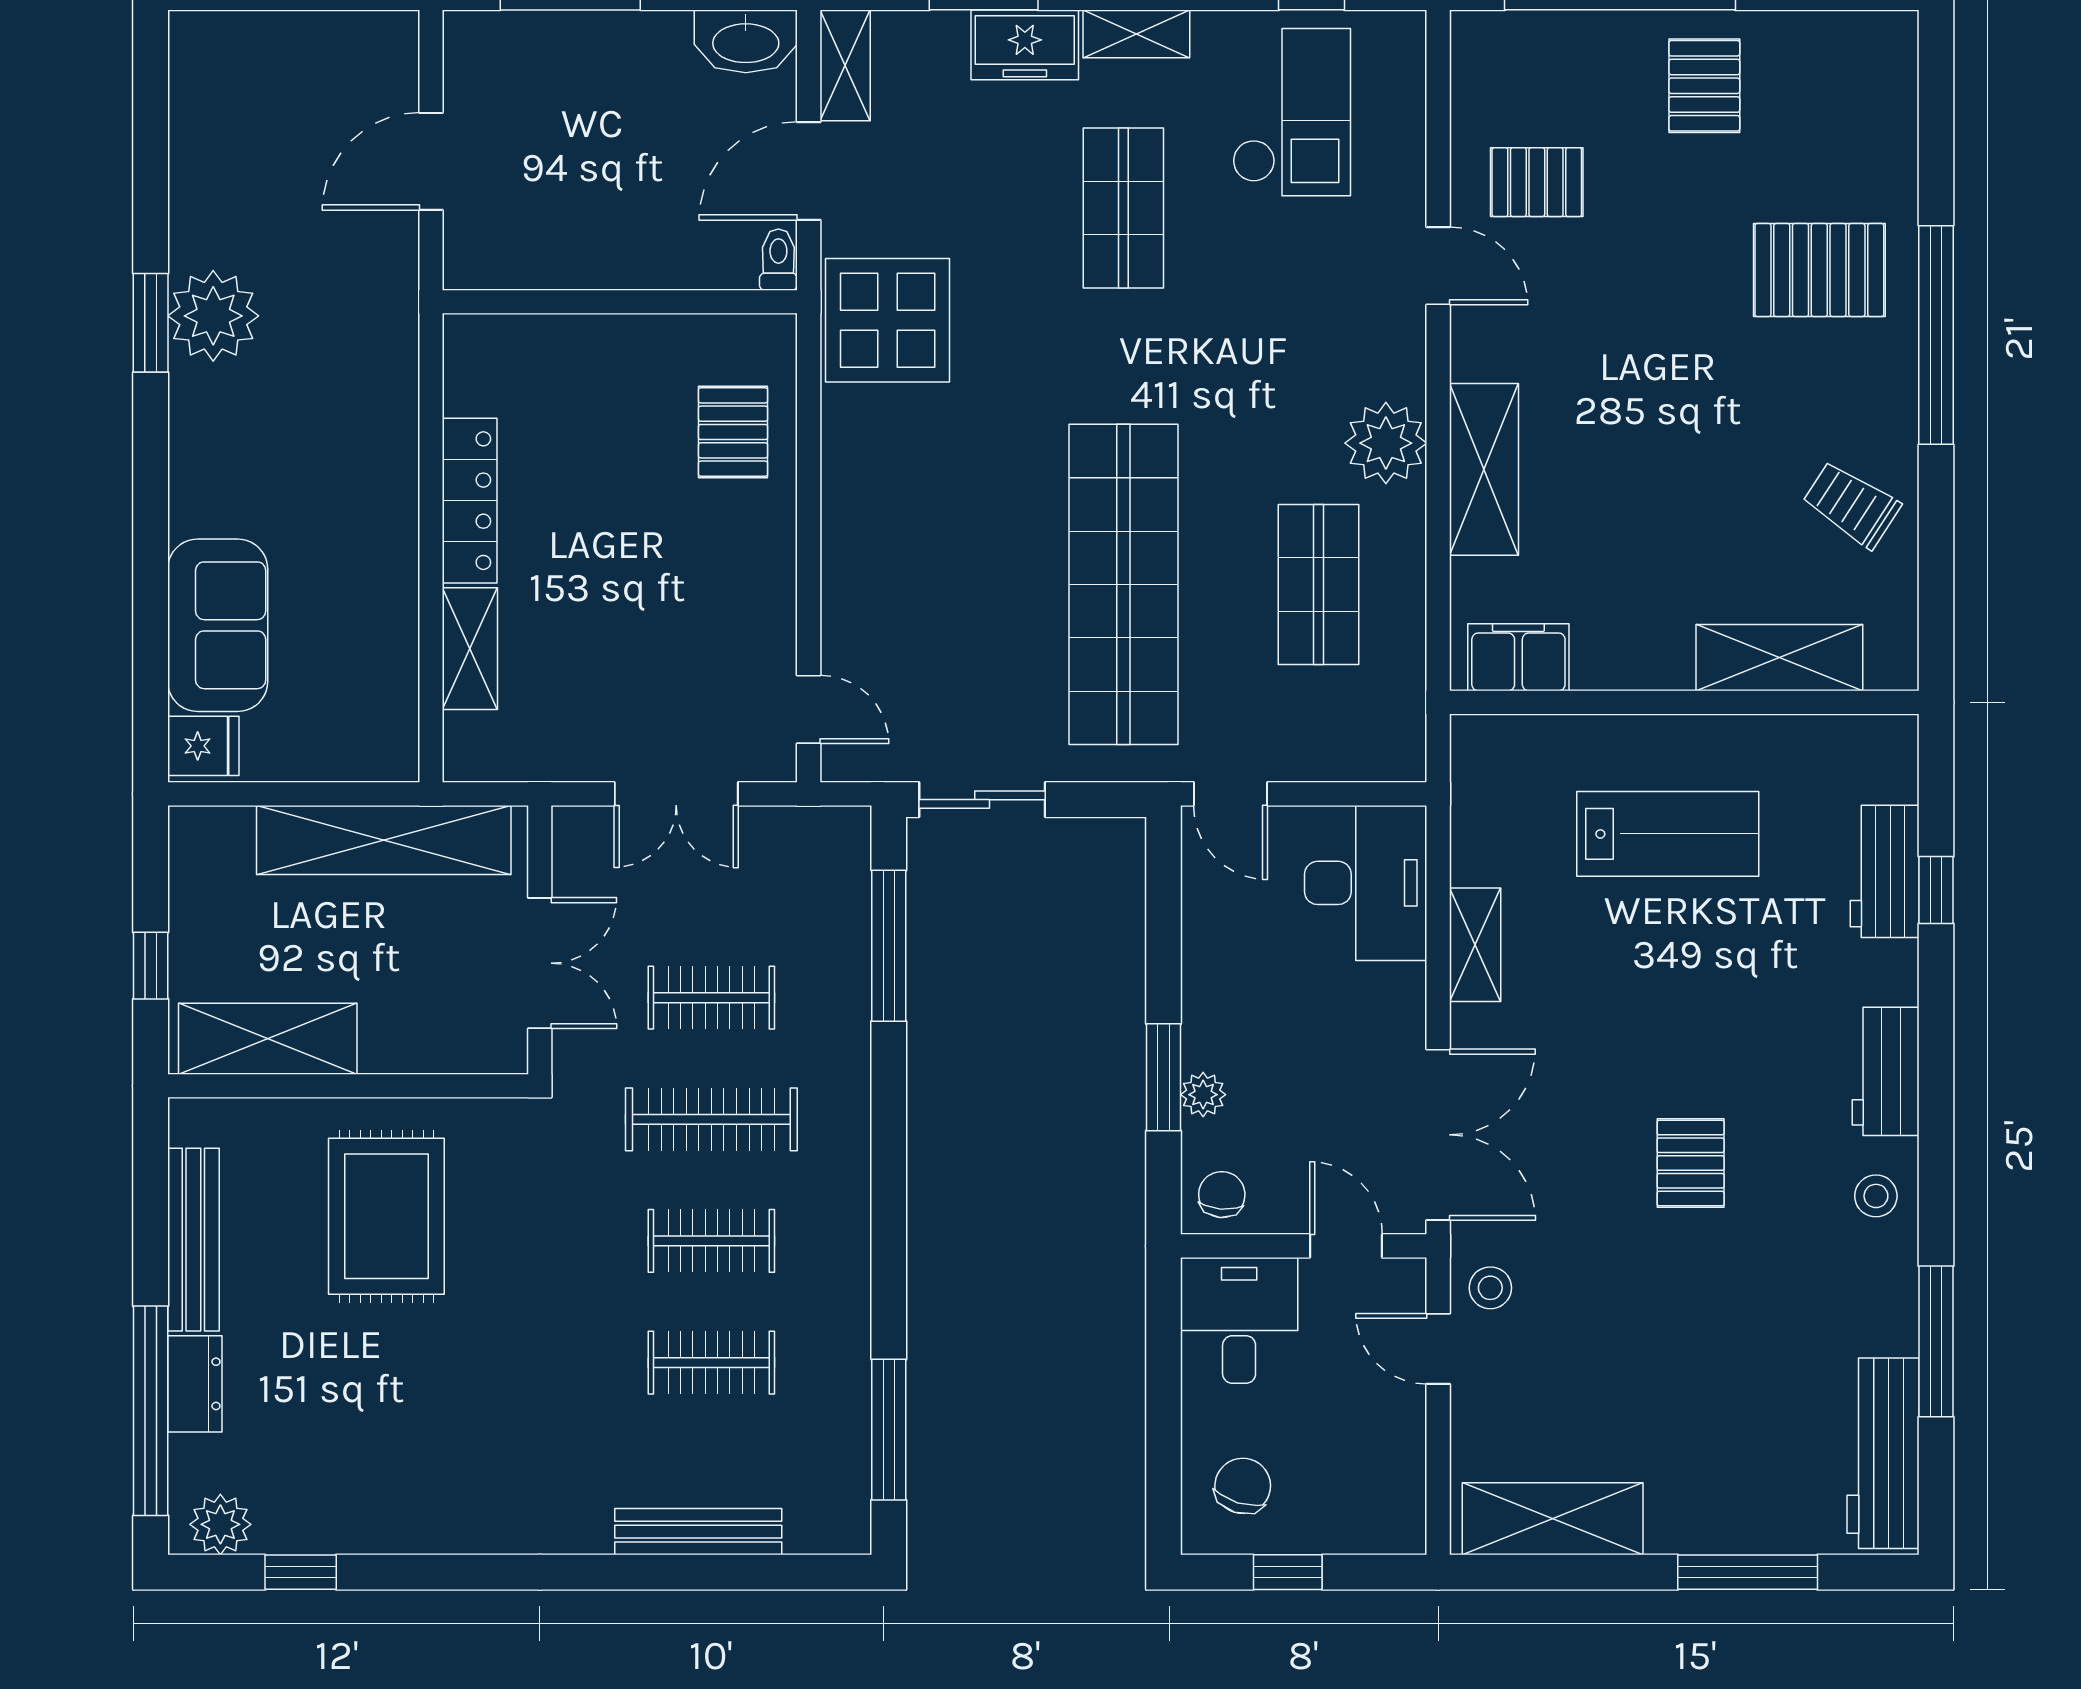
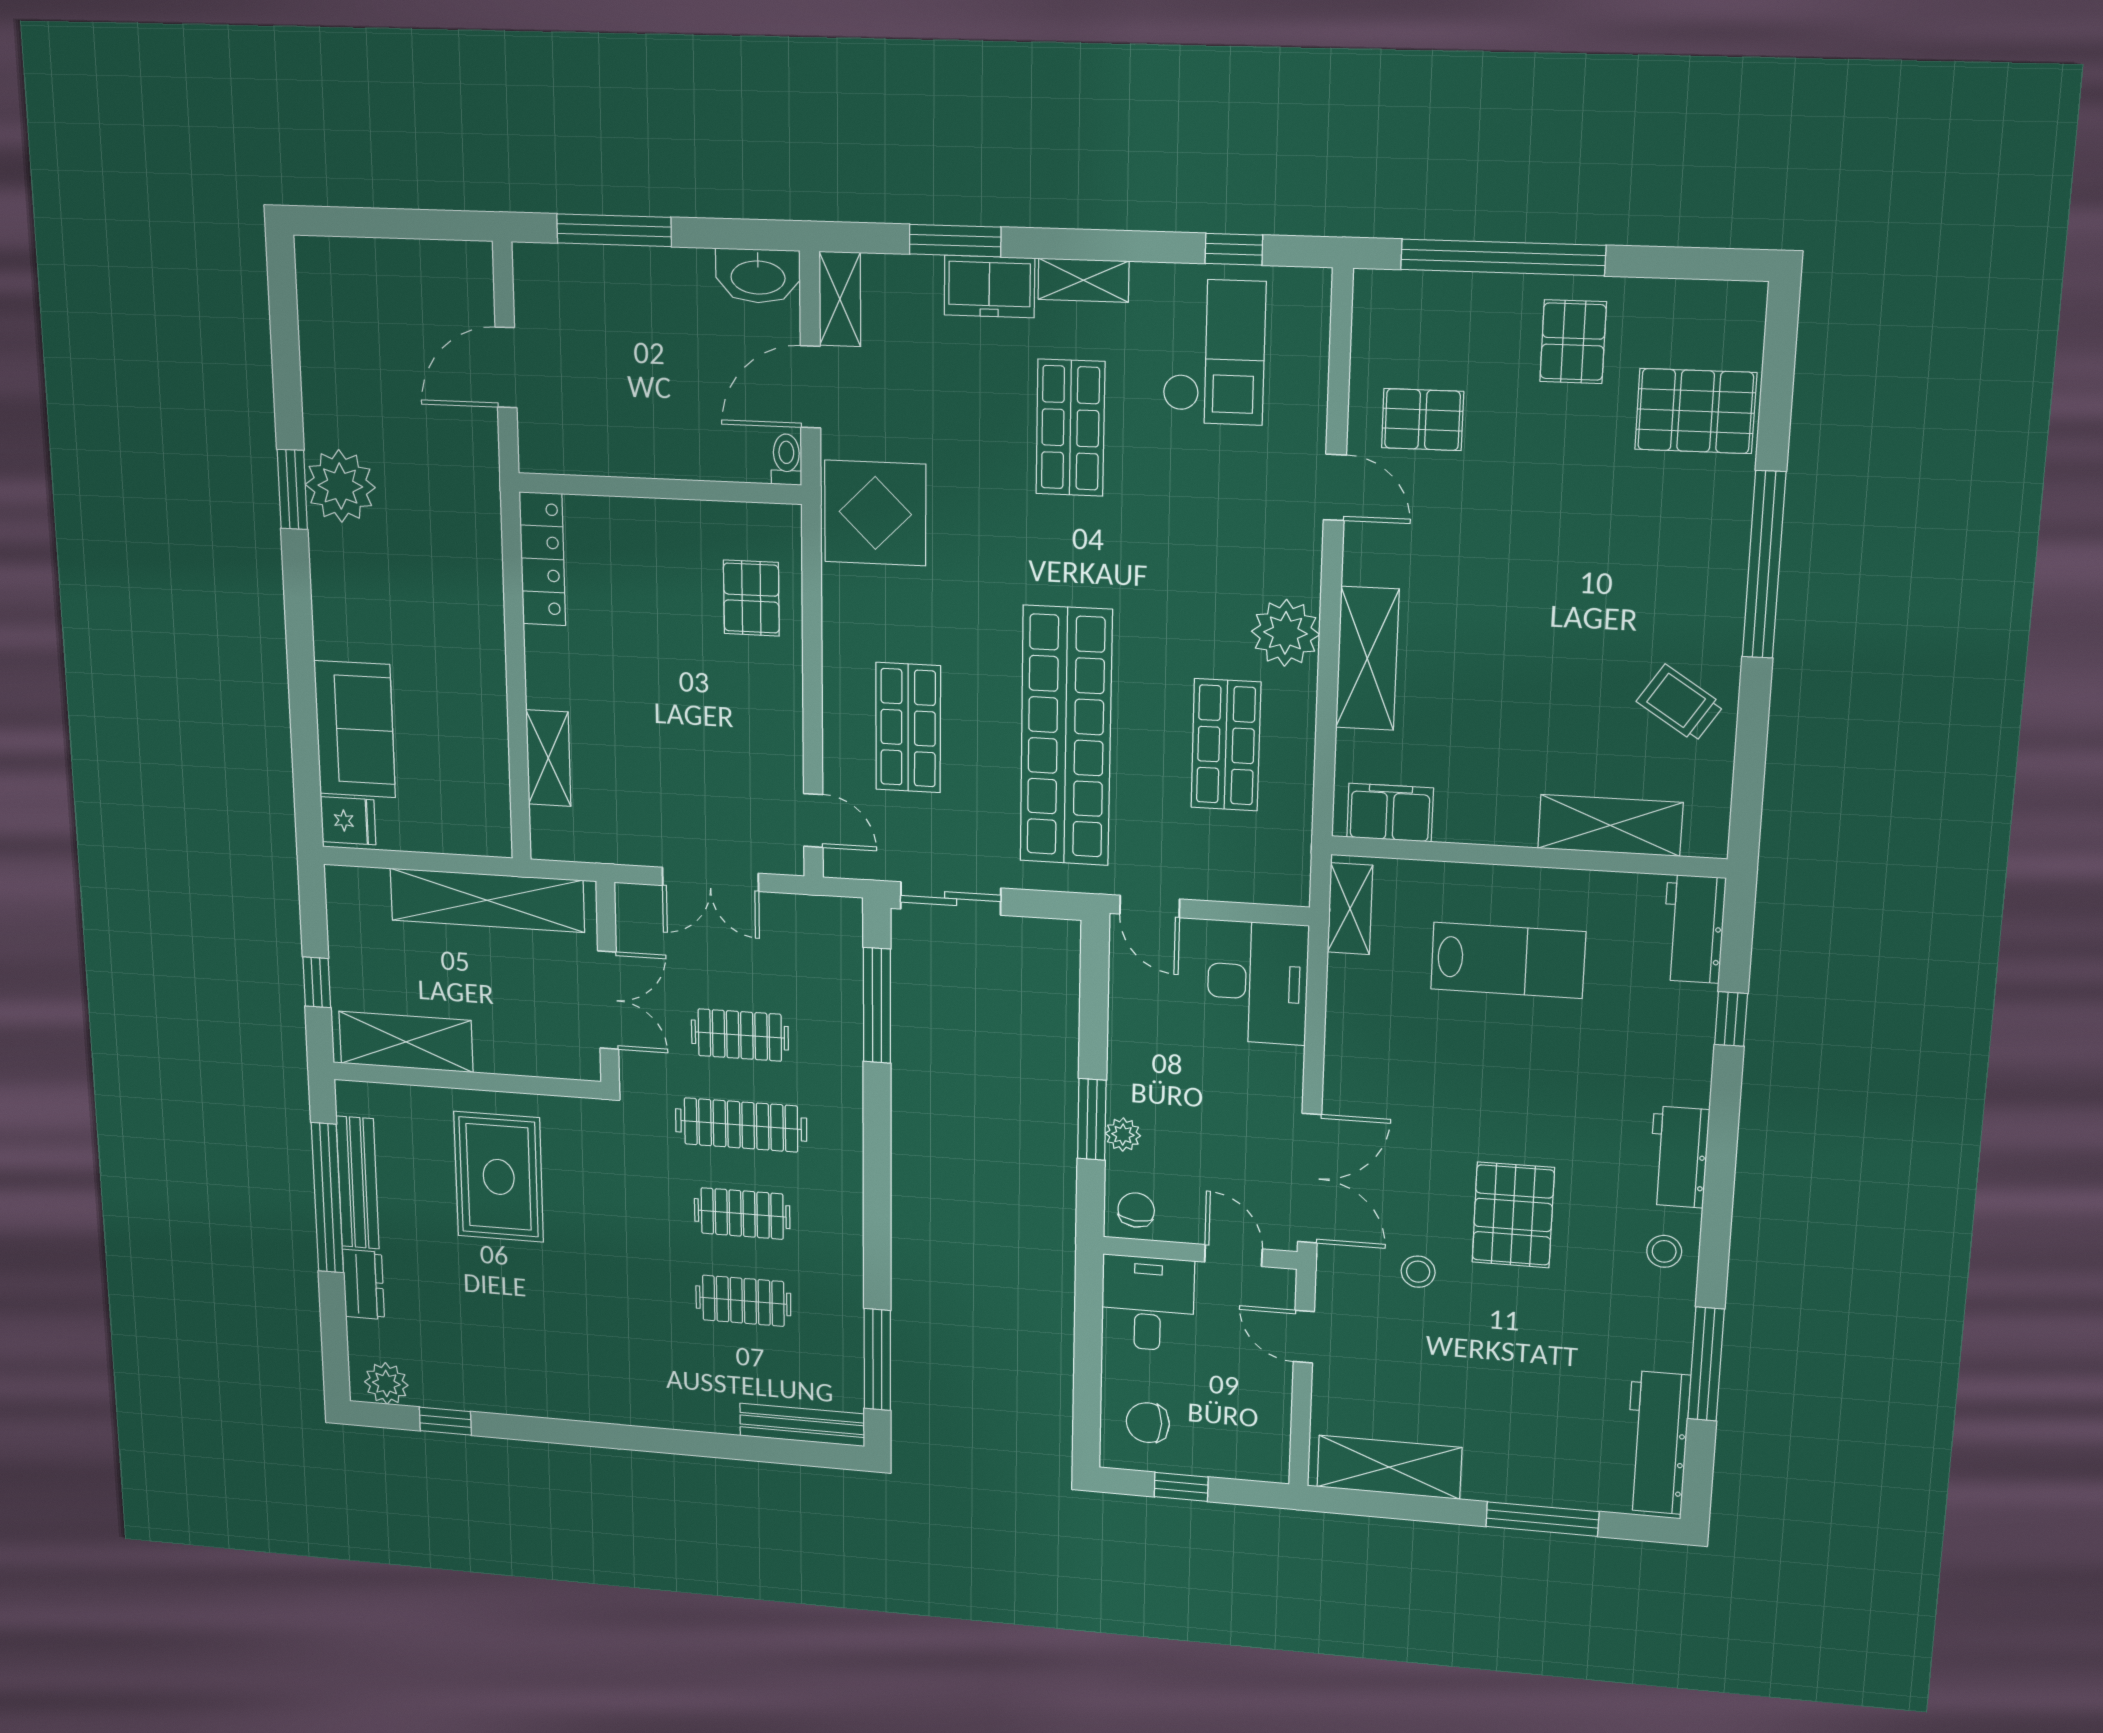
pallet: (1819, 270) -> (1696, 411), moved
locker: (470, 501) -> (542, 559), moved
shop shelf: (928, 584) -> (908, 728), added
workbench: (1885, 871) -> (1694, 929), moved
shelving: (1475, 945) -> (1350, 909), moved
pallet: (1691, 1163) -> (1513, 1215), width x1.50, depth x1.42
stool: (1490, 1288) -> (1418, 1272), moved
window: (151, 1411) -> (327, 1198), moved
chair: (1243, 1486) -> (1148, 1423), turned -107
bench: (698, 1532) -> (802, 1425), moved

